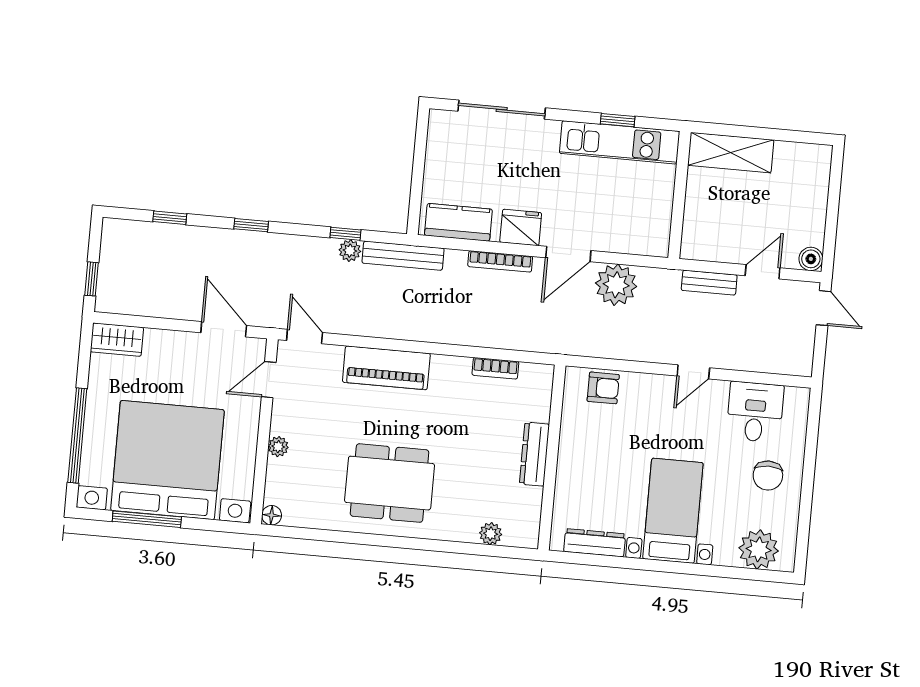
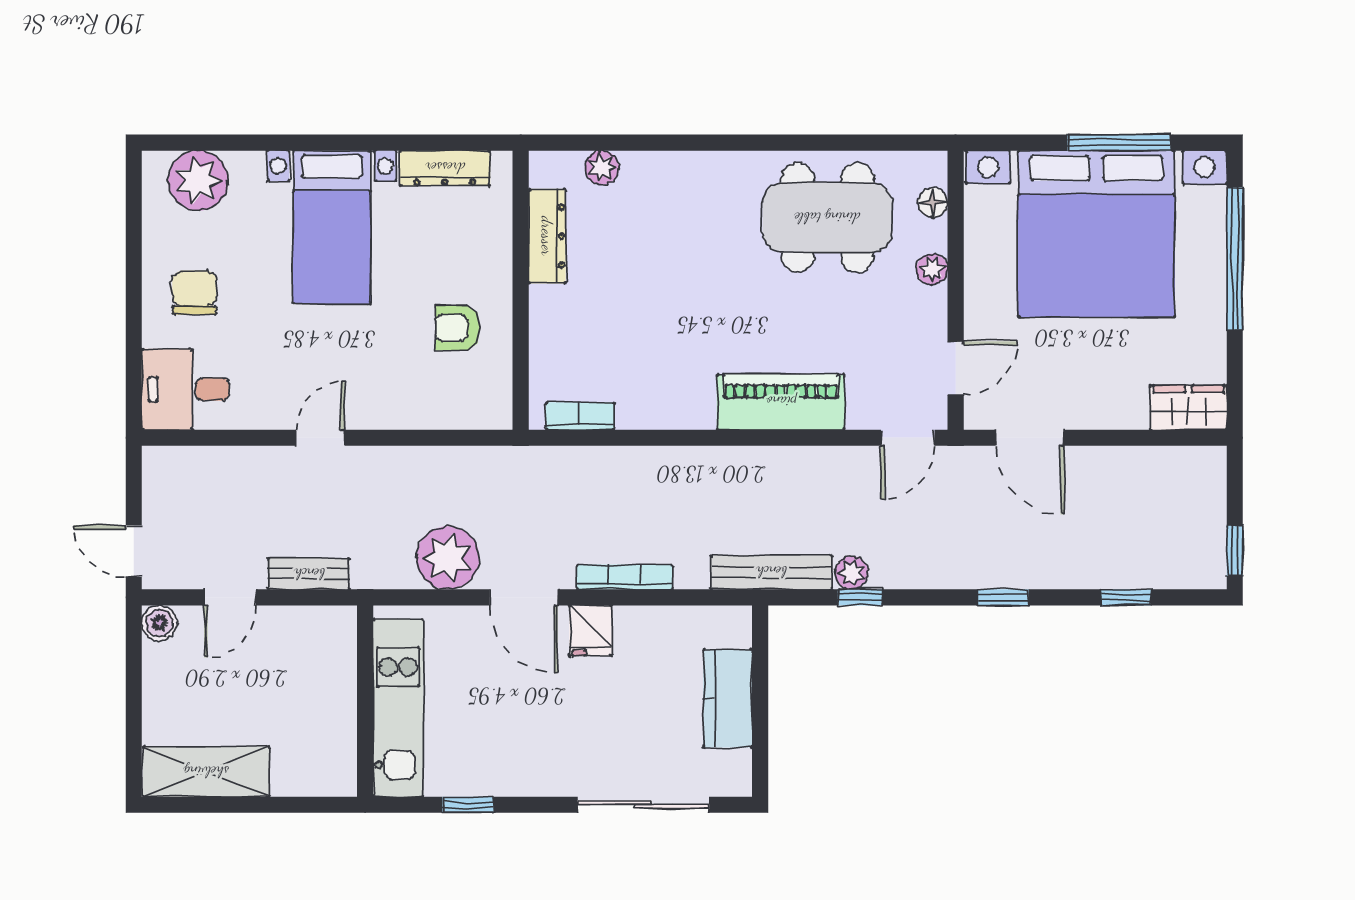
kitchen unit: (620, 142) -> (398, 708), moved, turned 90
shelving: (731, 153) -> (206, 772), moved
kitchen counter: (458, 222) -> (728, 698), moved, turned 90
fridge: (521, 227) -> (590, 631), width x0.72
door: (568, 254) -> (524, 597), swing flipped
window: (92, 279) -> (1235, 550), moved
door: (305, 337) -> (908, 438), hinge flipped
bookcase: (495, 368) -> (580, 416), moved
armchair: (603, 388) -> (458, 328), moved
desk: (755, 412) -> (185, 389), moved, turned 90
dresser: (534, 454) -> (547, 236), moved
dining table: (390, 483) -> (827, 218), moved
floor lamp: (272, 515) -> (933, 203), moved

